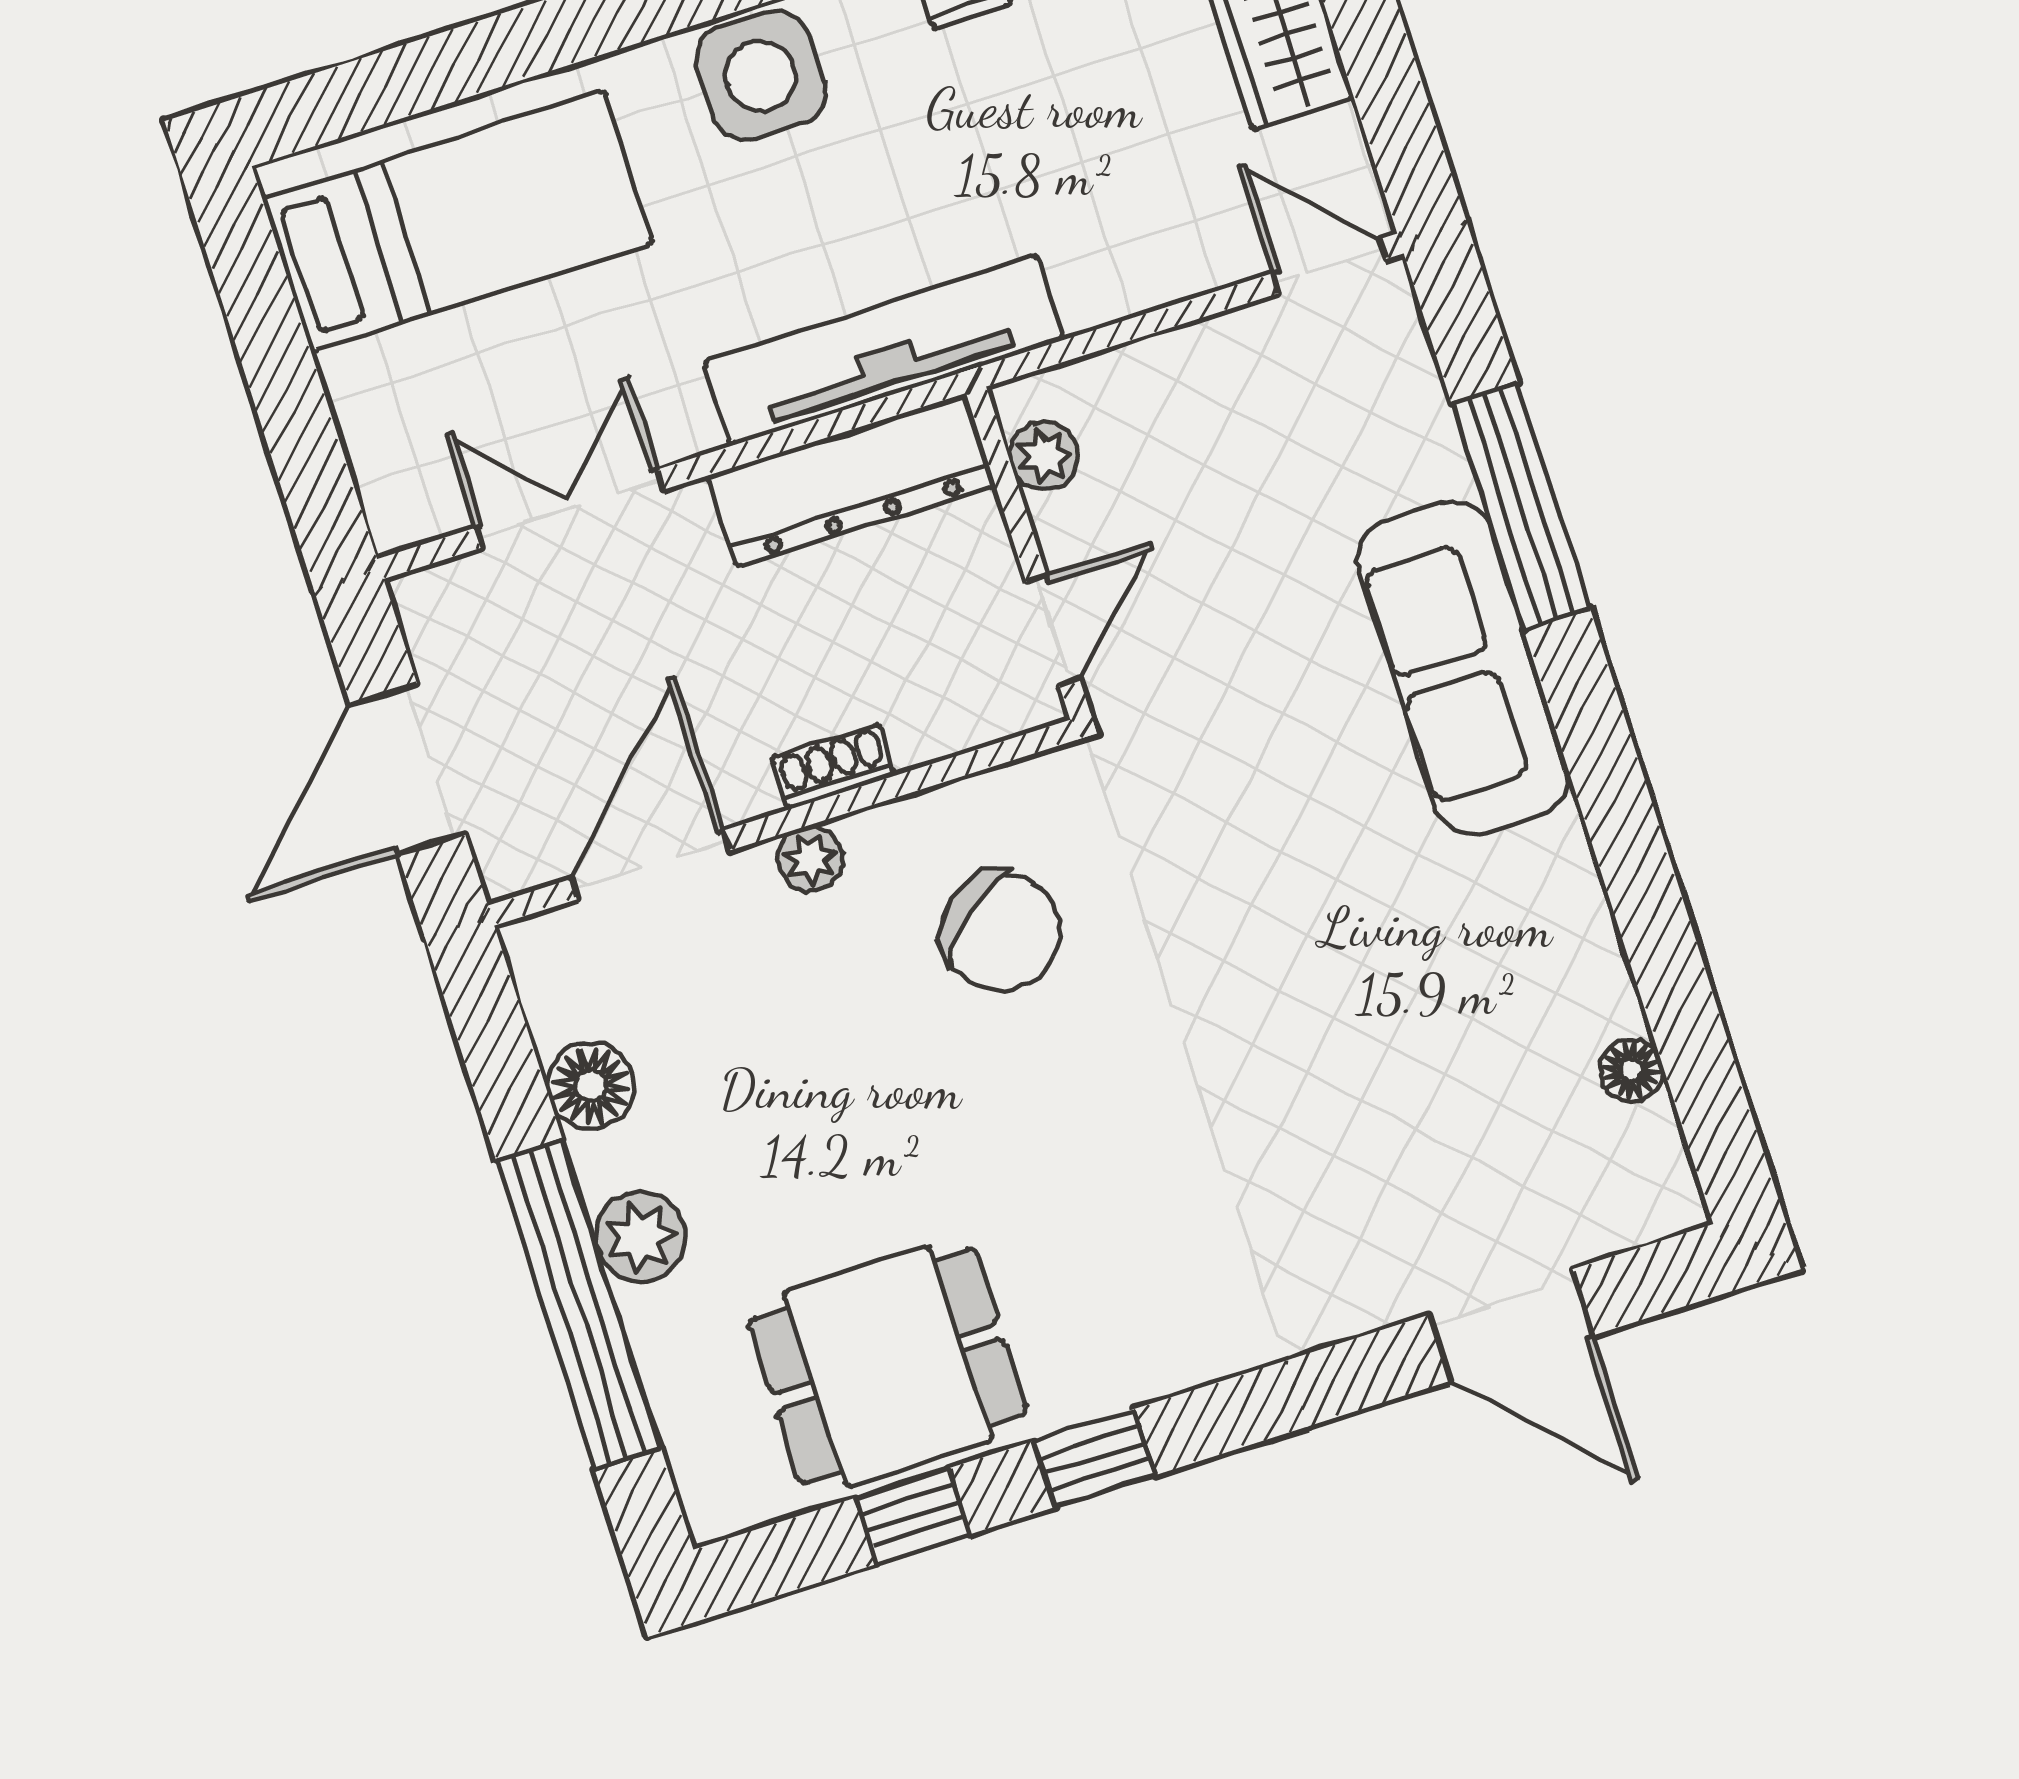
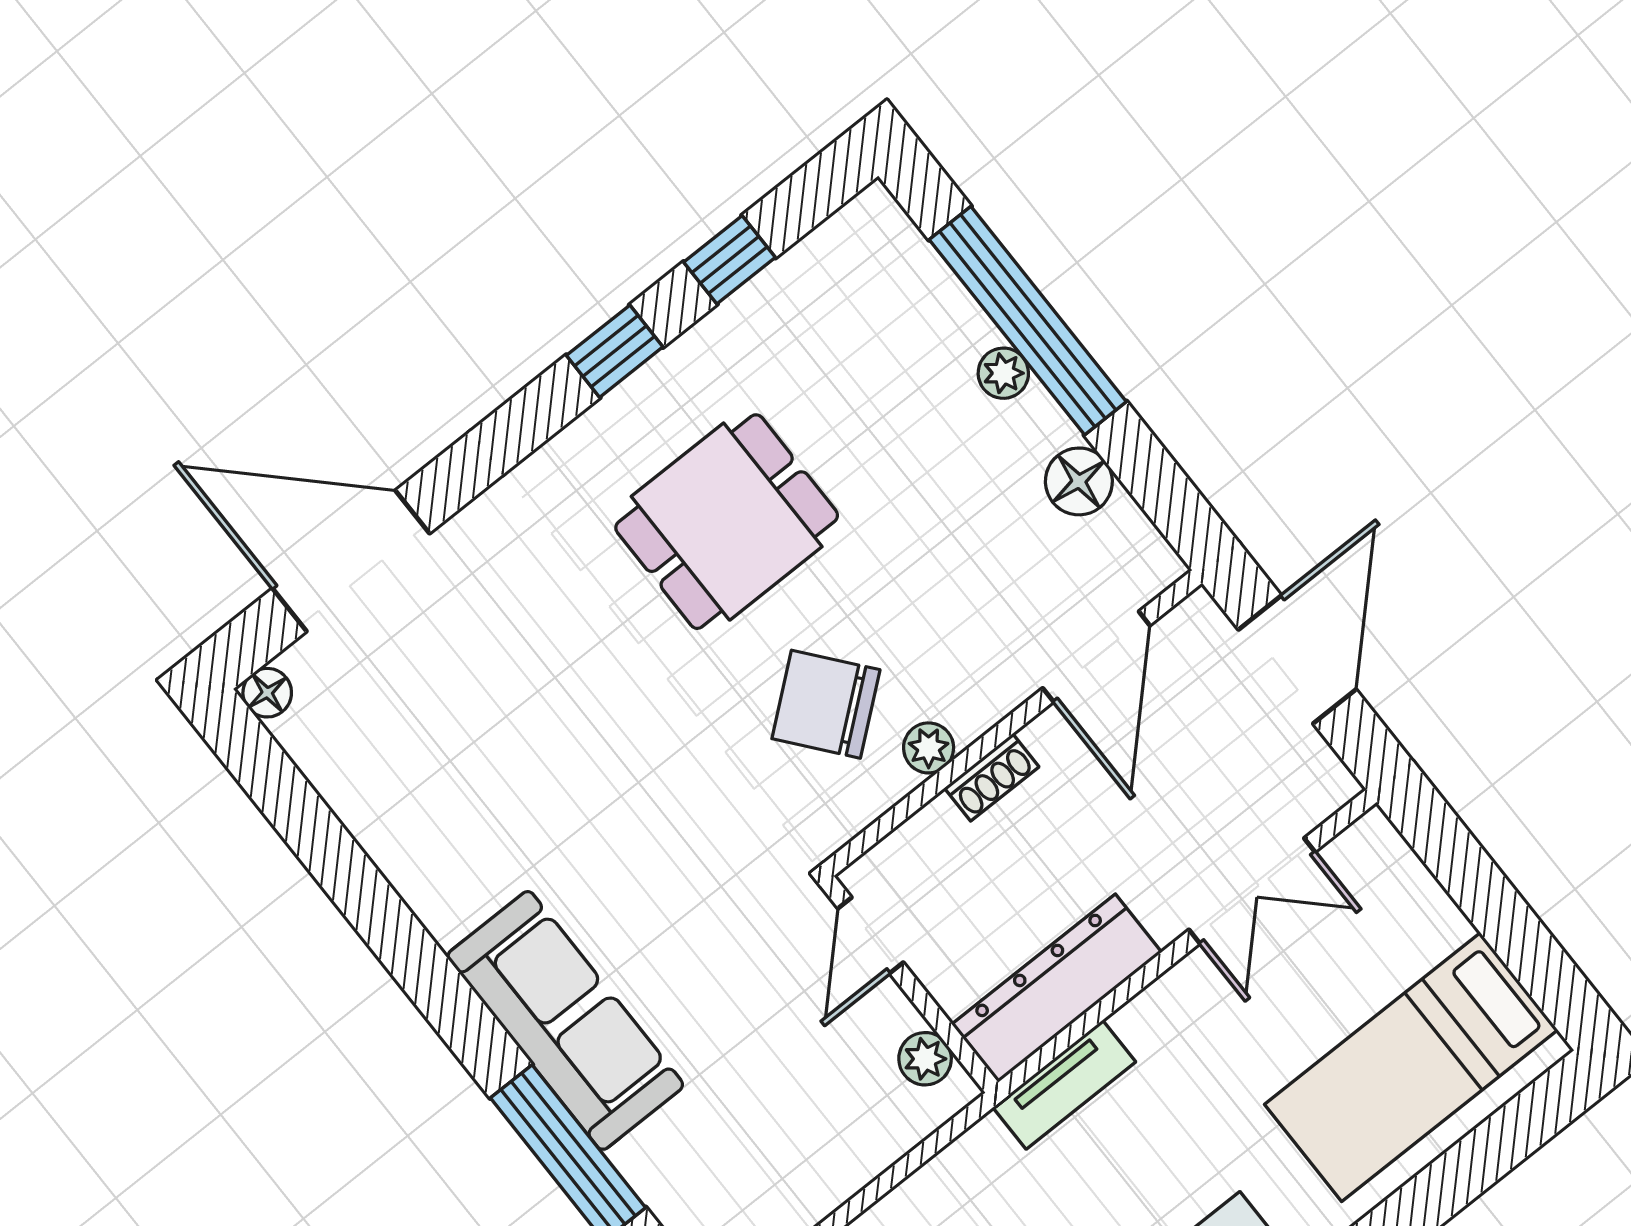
tv unit: (884, 350) -> (1064, 1085), width x0.52, depth x0.78
plant: (811, 859) -> (929, 748), moved
floor lamp: (1631, 1070) -> (267, 693), moved
plant: (640, 1237) -> (1003, 373), width x0.73, depth x0.73
door: (1511, 1325) -> (351, 561), width x1.36
dining table: (888, 1366) -> (727, 522), moved

